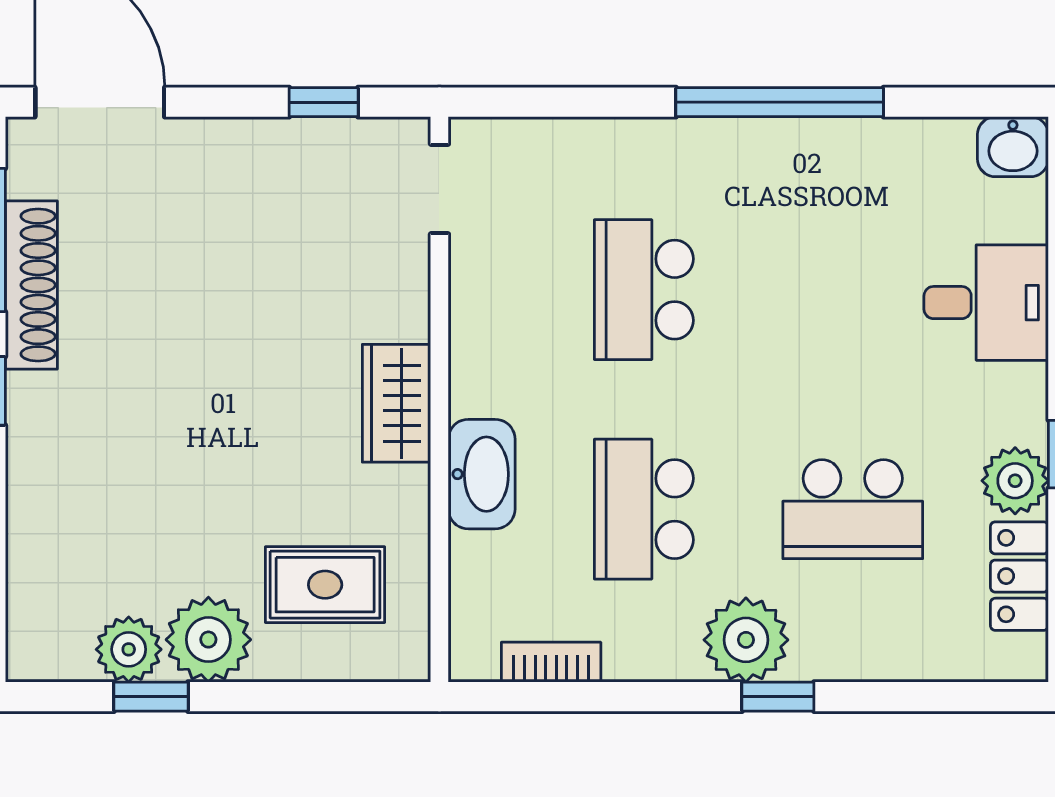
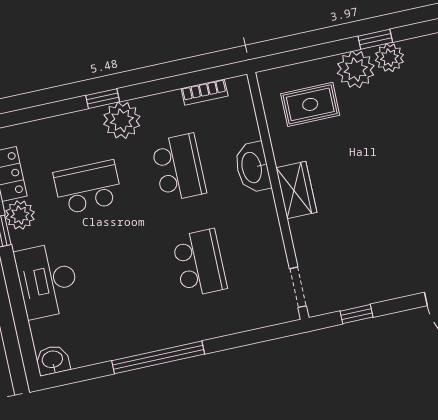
desk: (986, 303) -> (47, 280), width x1.37

